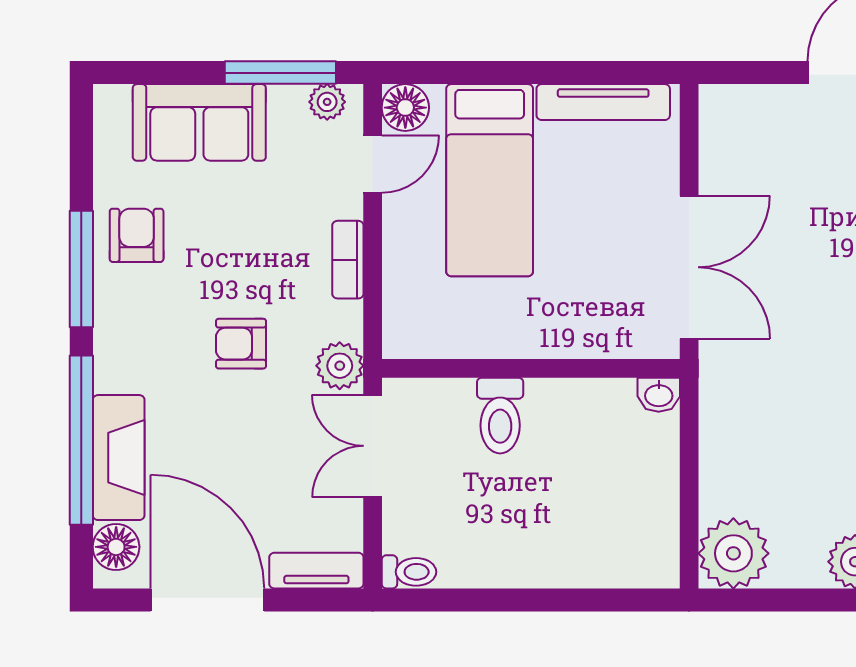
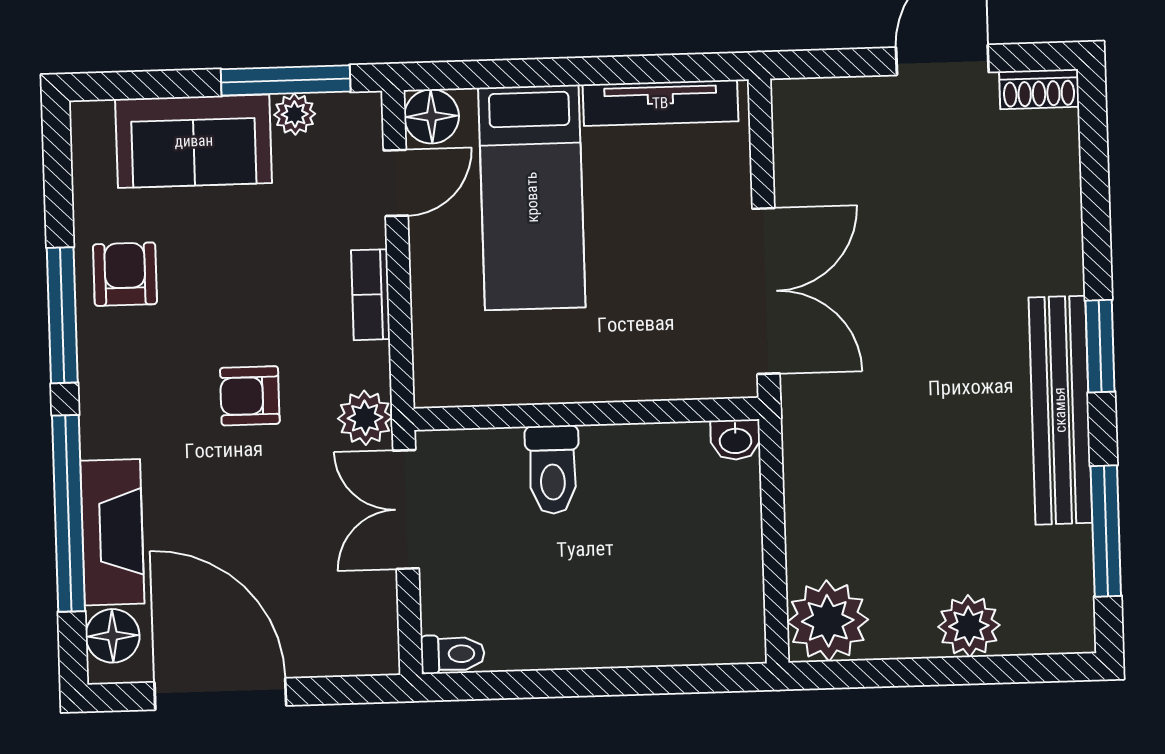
plant: (327, 102) -> (295, 114), moved
tv unit: (316, 571) -> (345, 656), removed

